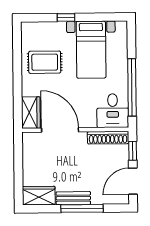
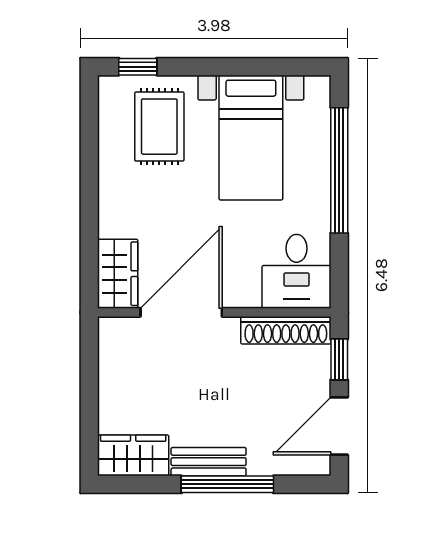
window: (66, 17) -> (138, 67), moved
rug: (45, 62) -> (159, 127), moved, turned 90
window: (132, 87) -> (339, 170), moved
door: (60, 130) -> (181, 312), hinge flipped

